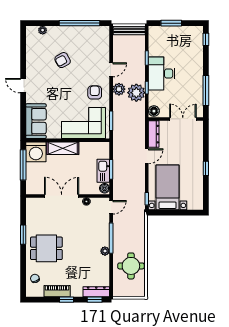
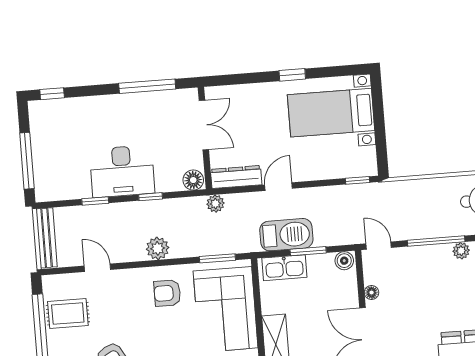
window: (171, 23) -> (27, 161), width x1.44
rug: (88, 39) -> (68, 314), added
door: (111, 70) -> (97, 268), moved
plant: (136, 93) -> (215, 204), moved, width x0.53, depth x0.53
double door: (183, 119) -> (204, 125), swing flipped
door: (147, 156) -> (278, 187), hinge flipped
barbecue: (121, 158) -> (286, 235), added
kitchen sink: (103, 171) -> (284, 268), moved
bed with nightstands: (168, 187) -> (331, 113), moved

